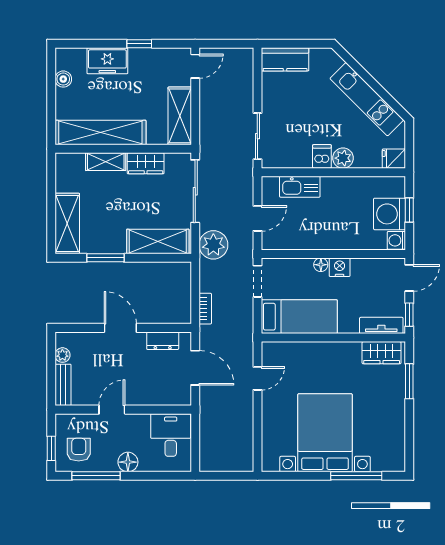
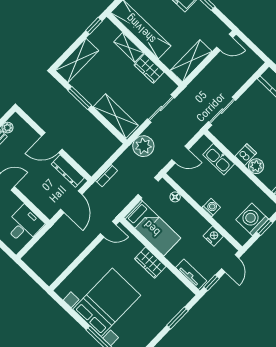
window: (51, 173) -> (94, 26), added
sliding door: (195, 191) -> (161, 109), width x0.73
washing machine: (396, 240) -> (211, 207), moved, turned 90
floor lamp: (321, 265) -> (175, 197), moved
nightstand: (340, 267) -> (213, 236), moved
door: (409, 278) -> (230, 263), hinge flipped
door: (120, 328) -> (52, 143), swing flipped
dresser: (163, 341) -> (68, 171), width x1.44
wardrobe: (382, 353) -> (150, 263), moved
door: (257, 378) -> (108, 229), moved

